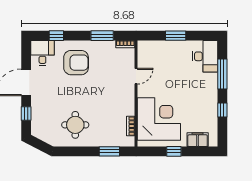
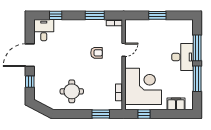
desk: (205, 56) -> (182, 57), moved
armchair: (76, 63) -> (97, 53), moved, width x0.53, depth x0.53
window: (222, 110) -> (197, 79), width x2.17
window: (174, 151) -> (144, 114), moved

